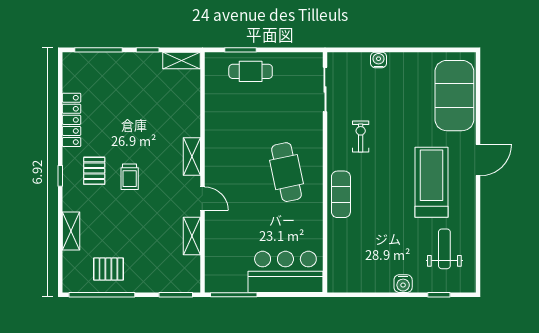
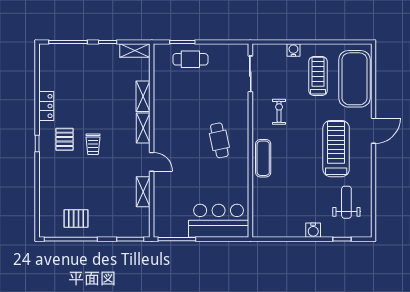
treadmill: (409, 92) -> (318, 76), added
locker: (72, 120) -> (46, 106), width x0.66
cafe table: (287, 172) -> (219, 140), width x0.73, depth x0.74
shelving: (71, 231) -> (143, 96), moved

